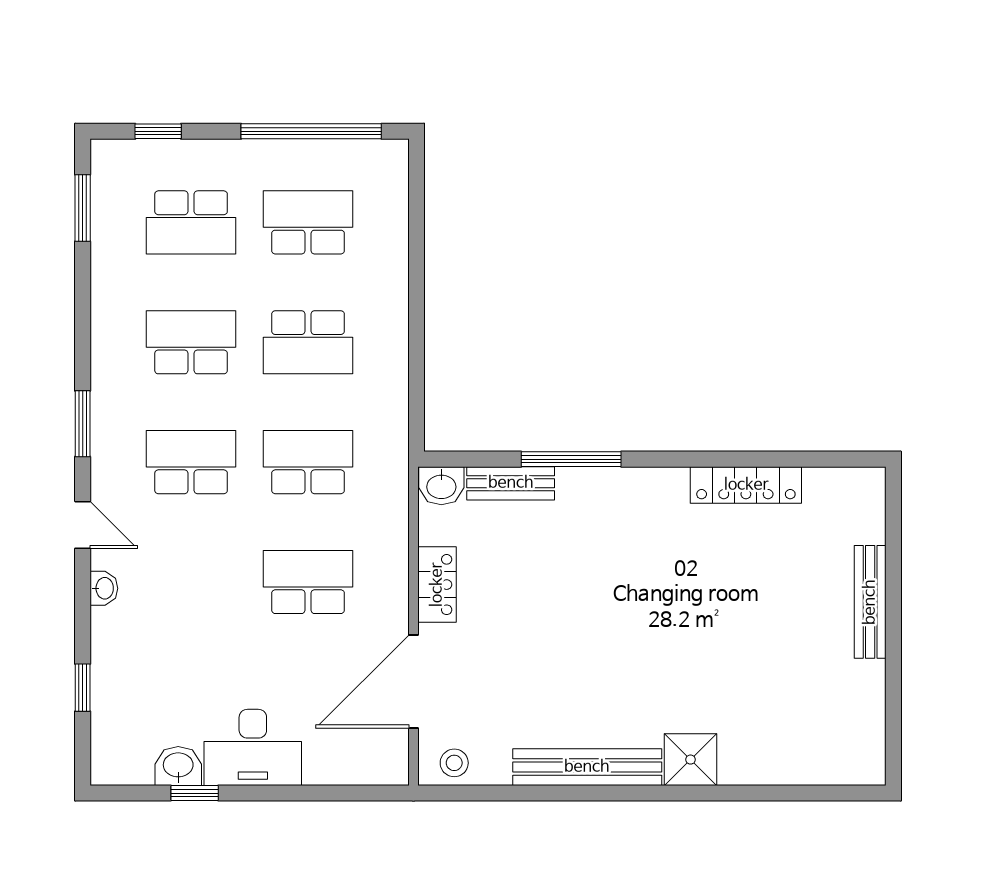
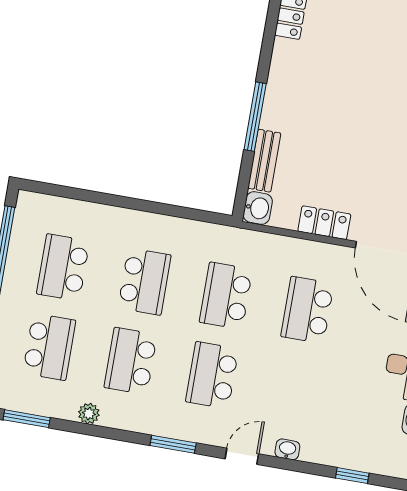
plant: (106, 296) -> (89, 414), added

